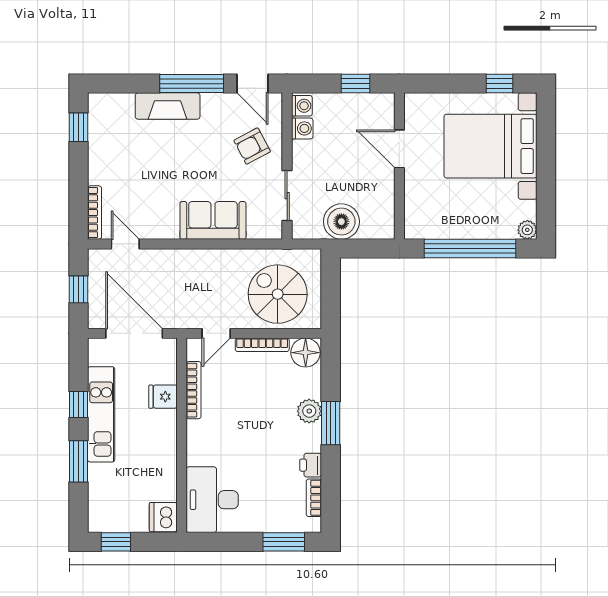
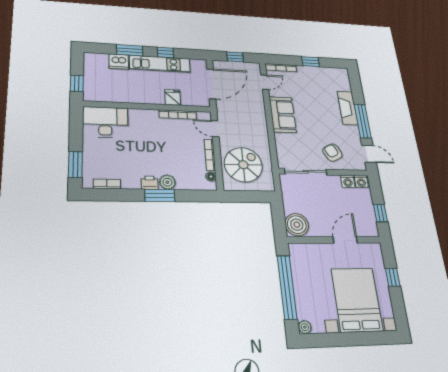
door: (252, 84) -> (369, 154), swing flipped
window: (499, 84) -> (393, 277), moved
window: (79, 127) -> (310, 62), moved
sliding door: (287, 196) -> (306, 172), width x1.37
sofa: (213, 220) -> (283, 115), moved
boiler: (341, 222) -> (297, 225), moved
floor lamp: (306, 353) -> (211, 177), width x0.53, depth x0.53
printer: (311, 465) -> (150, 183), moved
dishwasher: (163, 517) -> (119, 62), moved, turned 180
window: (116, 542) -> (77, 83), moved

